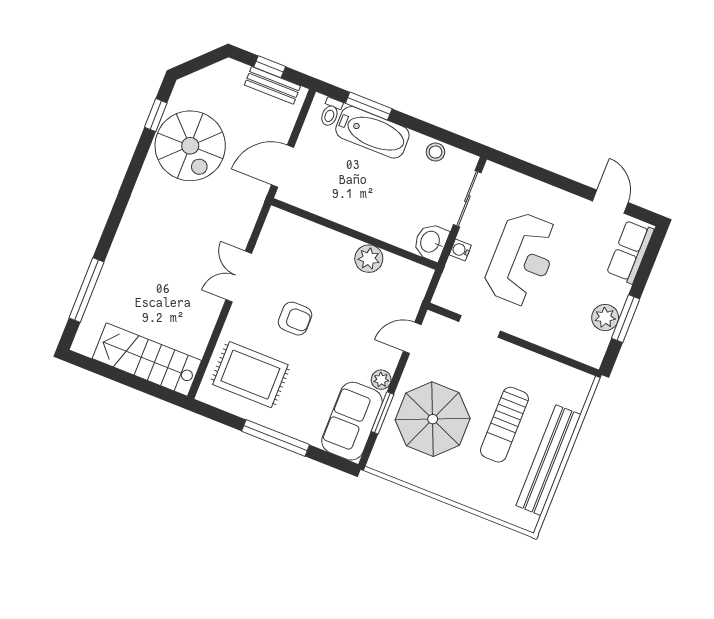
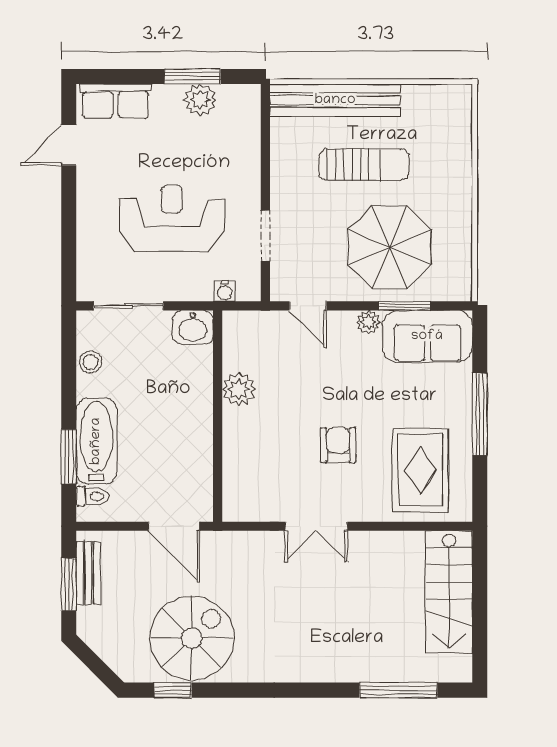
window: (270, 67) -> (69, 584), width x1.50
water cooler: (460, 250) -> (225, 291), moved
bench: (548, 460) -> (335, 100), moved

